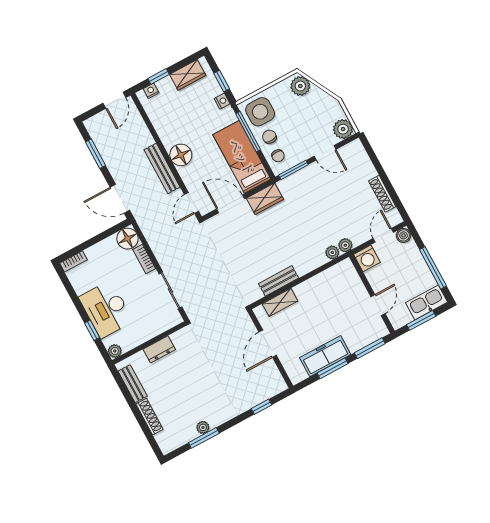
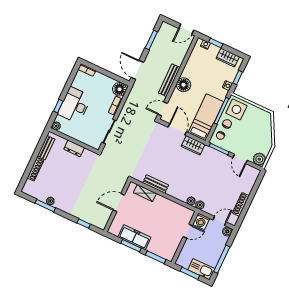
plant: (300, 86) -> (265, 120), removed
door: (378, 305) -> (188, 231), moved

